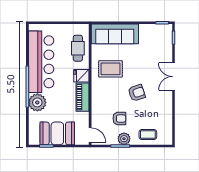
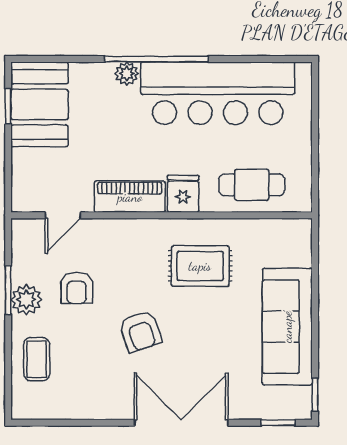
sofa: (115, 34) -> (287, 327), moved
rug: (110, 69) -> (200, 266), turned 90
double door: (173, 77) -> (181, 423), width x1.37
plant: (37, 102) -> (127, 74), width x0.53, depth x0.53
booth: (57, 133) -> (40, 104), moved
door: (90, 135) -> (63, 215), moved

